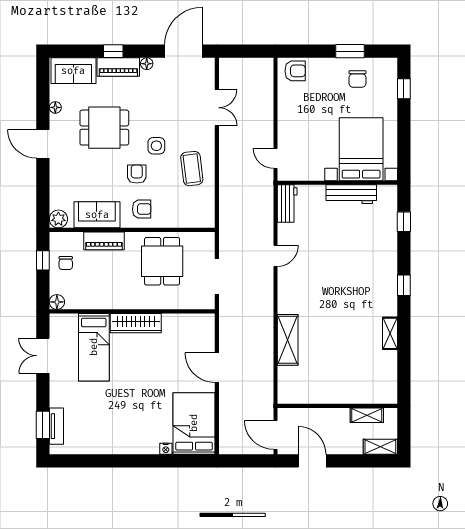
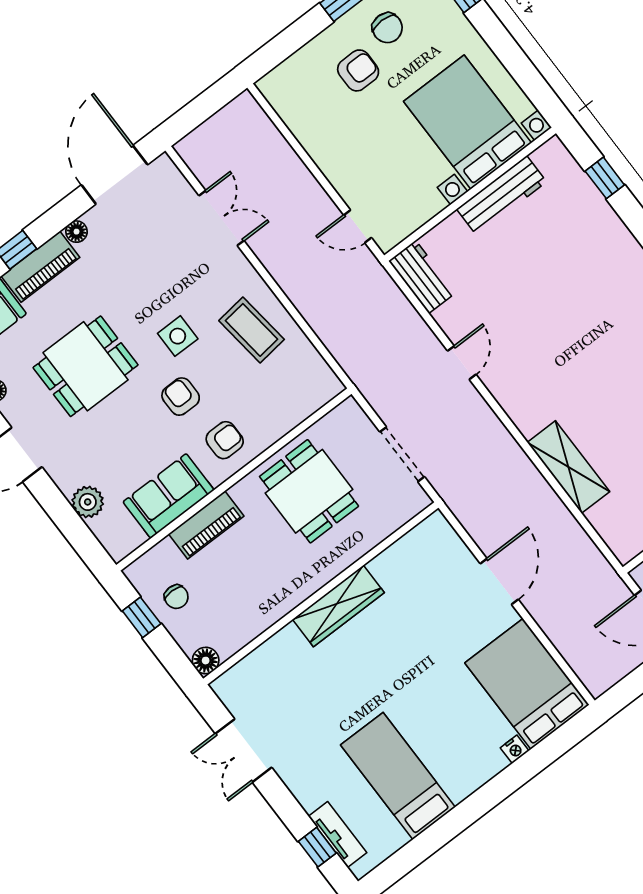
armchair: (295, 71) -> (358, 70), moved
plant: (58, 219) -> (88, 502), moved
bed: (94, 347) -> (398, 776), moved, turned 180
door: (217, 368) -> (499, 581), swing flipped
window: (43, 425) -> (317, 847), width x0.67

